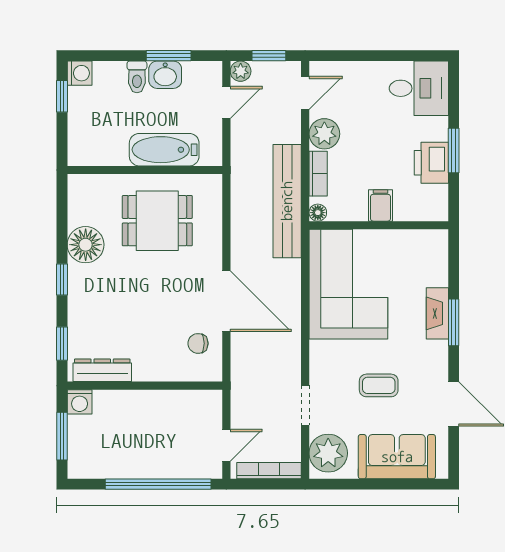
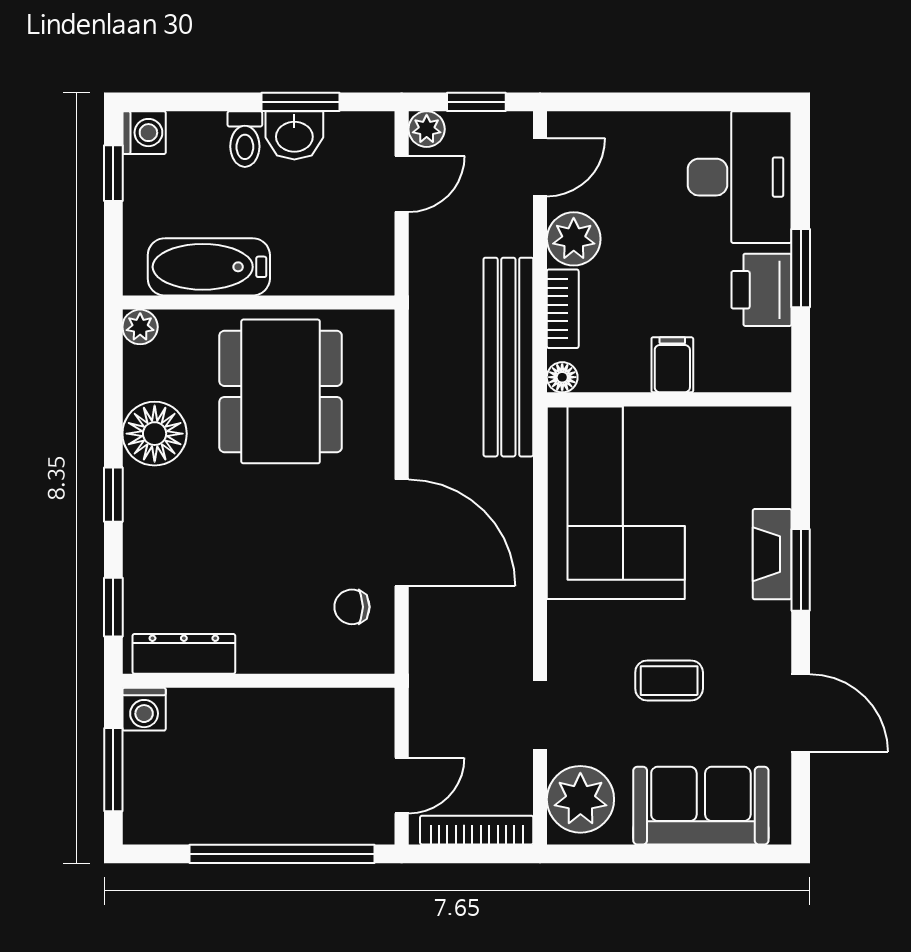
desk: (419, 88) -> (740, 177), width x1.37
bathtub: (164, 150) -> (209, 267), moved
plant: (77, 184) -> (140, 327), added
dining table: (157, 221) -> (281, 391), width x1.38

